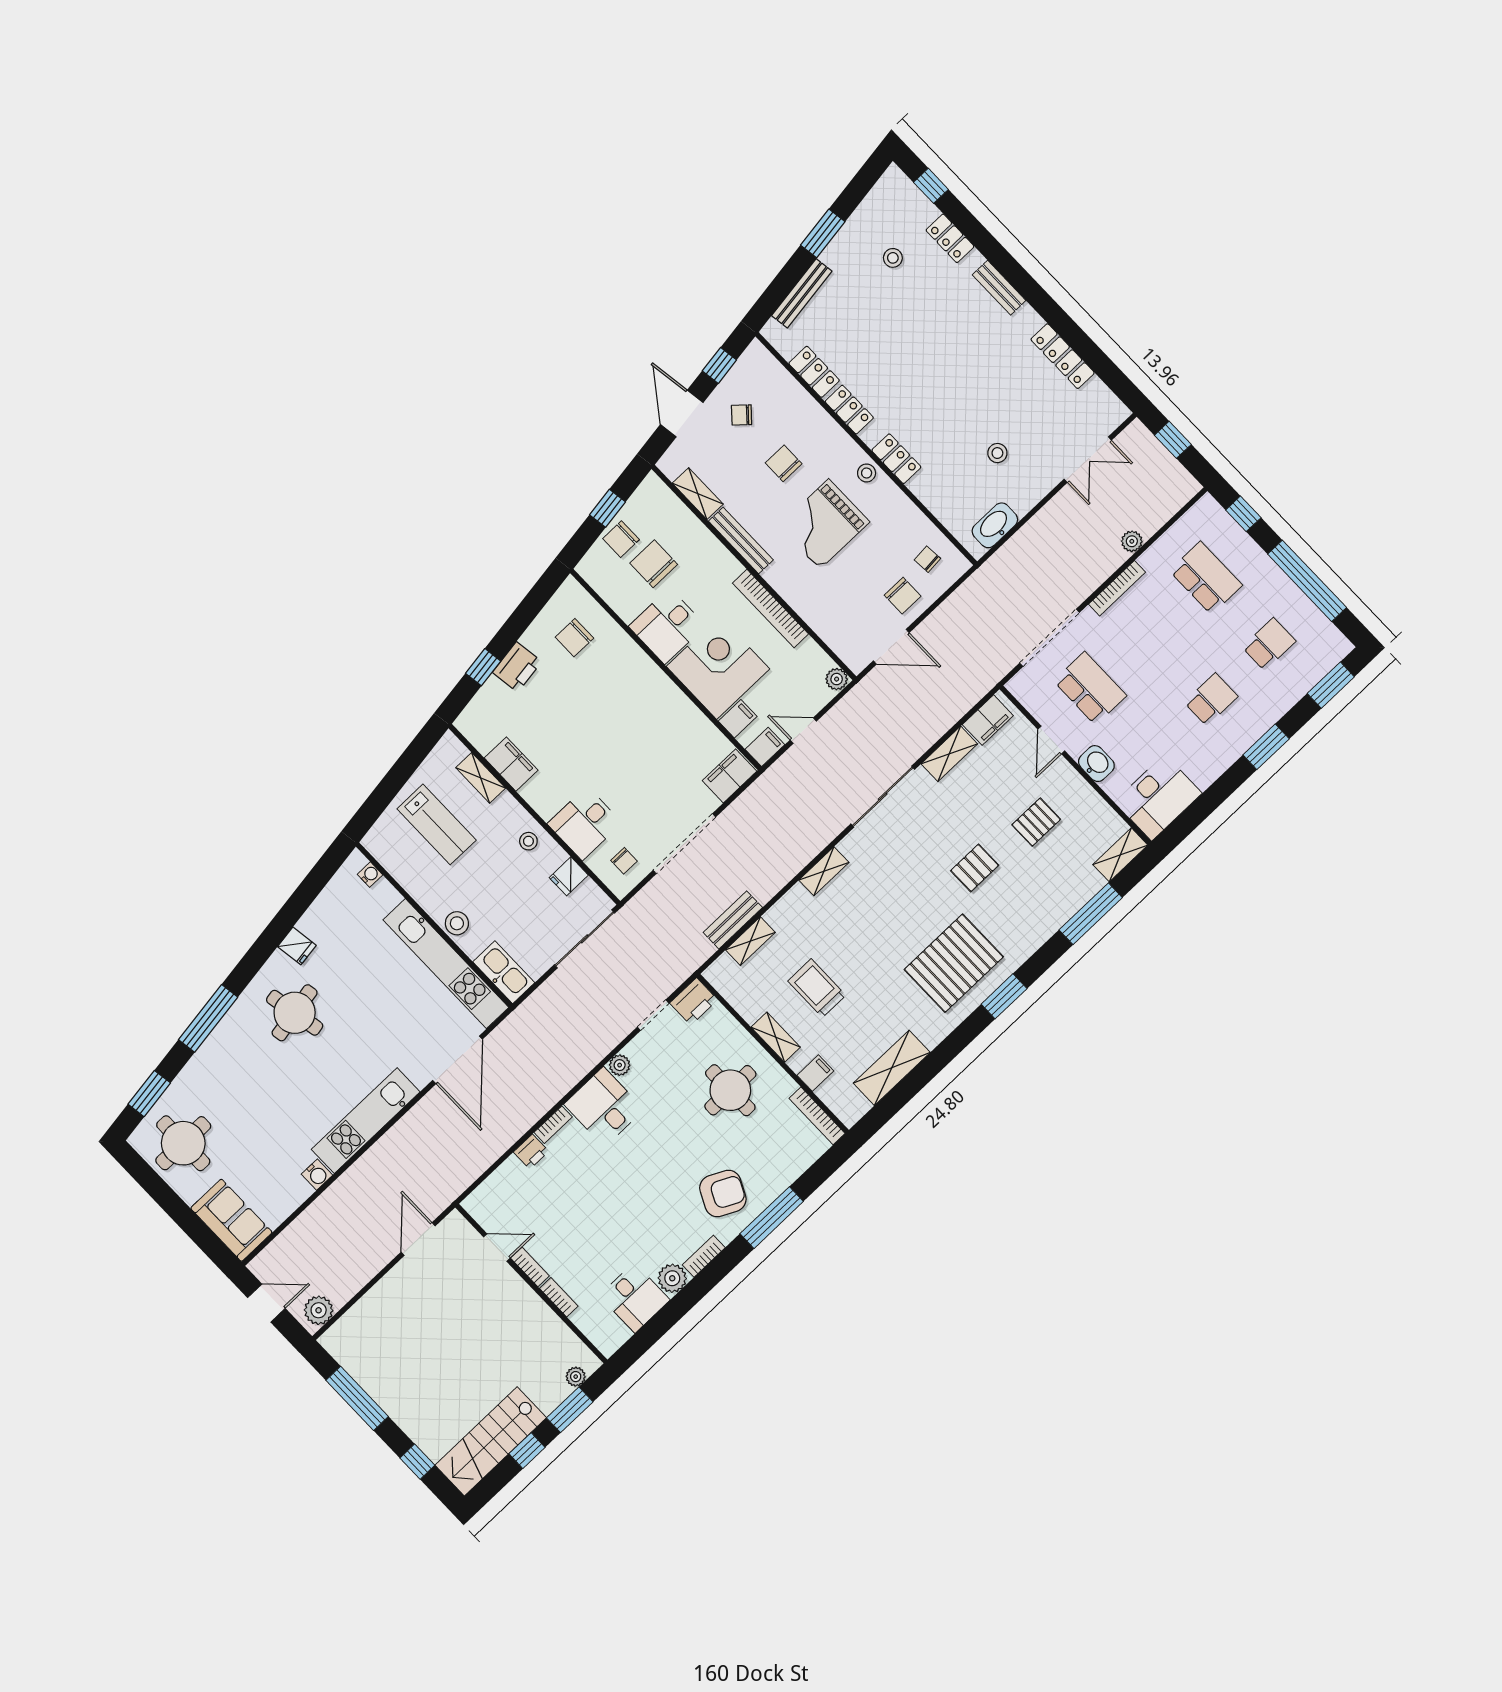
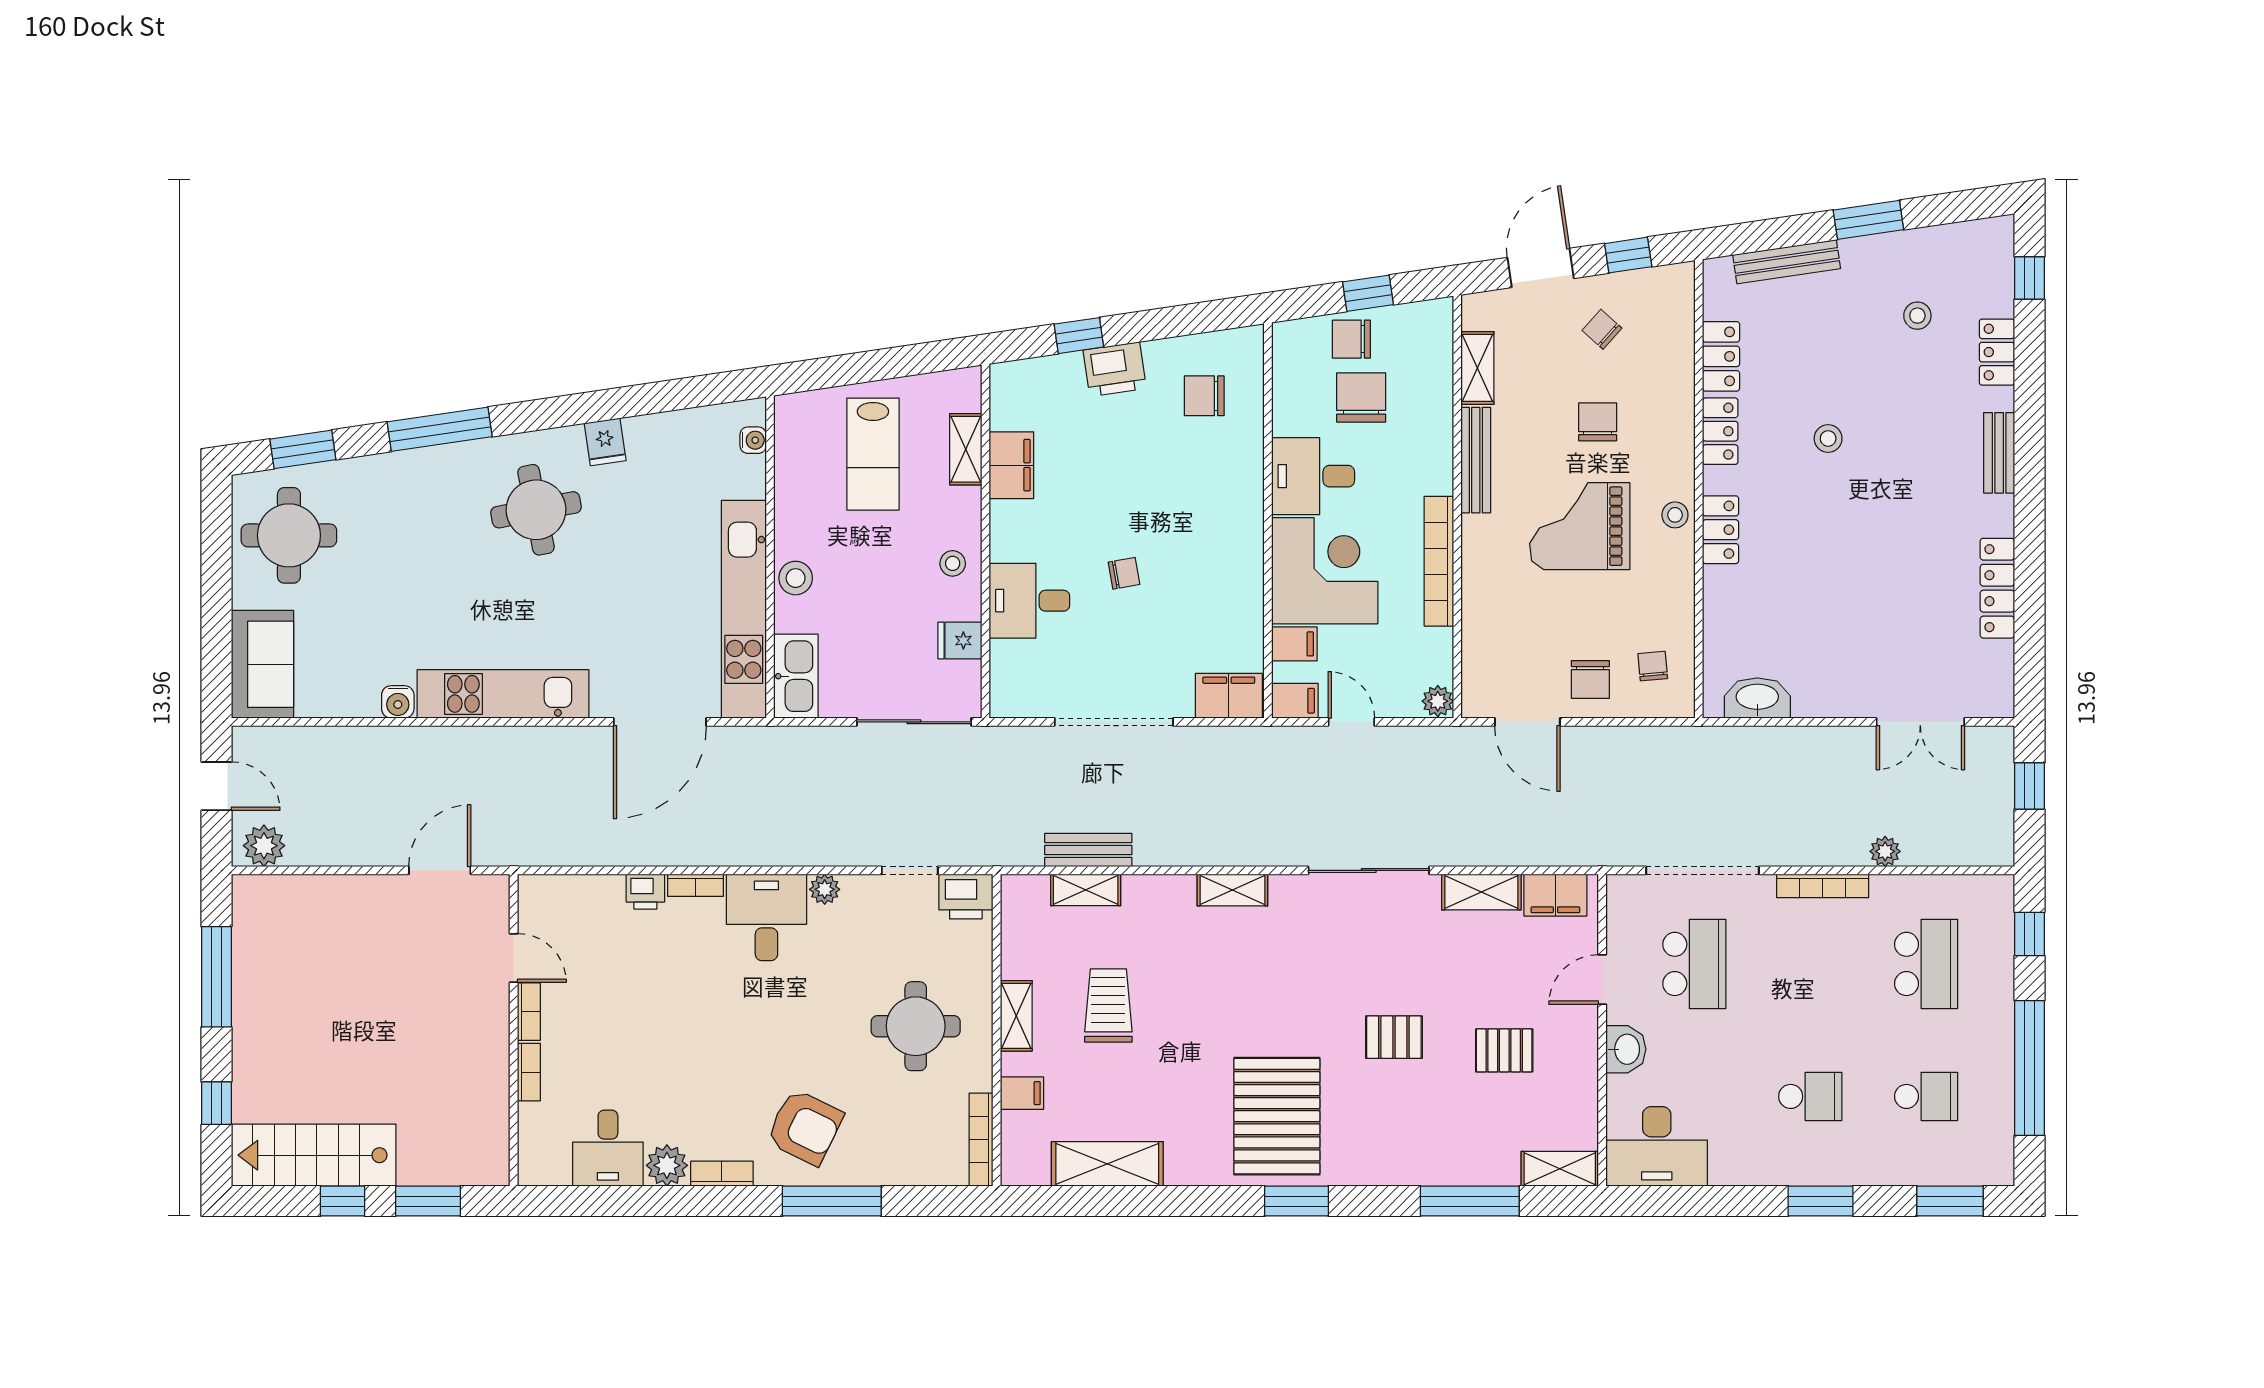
stool: (997, 453) -> (1828, 438), moved
chair: (624, 861) -> (1124, 573), moved, turned -100
pallet: (954, 963) -> (1277, 1116), turned 90
plant: (576, 1377) -> (467, 1172), removed

